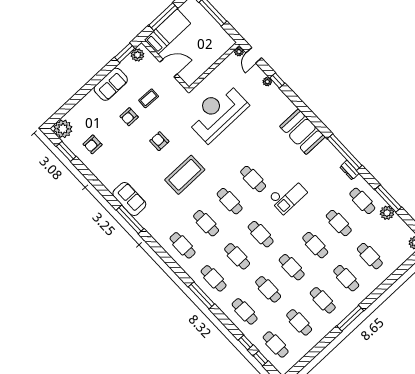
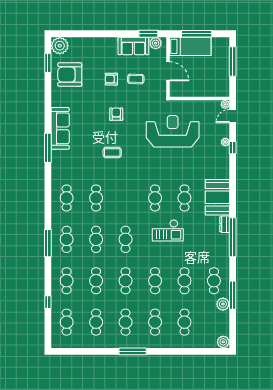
sofa: (111, 84) -> (133, 46), moved
armchair: (93, 144) -> (70, 75), width x1.88, depth x1.88
dresser: (349, 170) -> (225, 224), moved
coffee table: (185, 175) -> (112, 152), width x0.54, depth x0.58
sofa: (129, 199) -> (60, 128), width x1.36
cafe table: (230, 201) -> (184, 198), moved
window: (261, 358) -> (48, 322), removed

